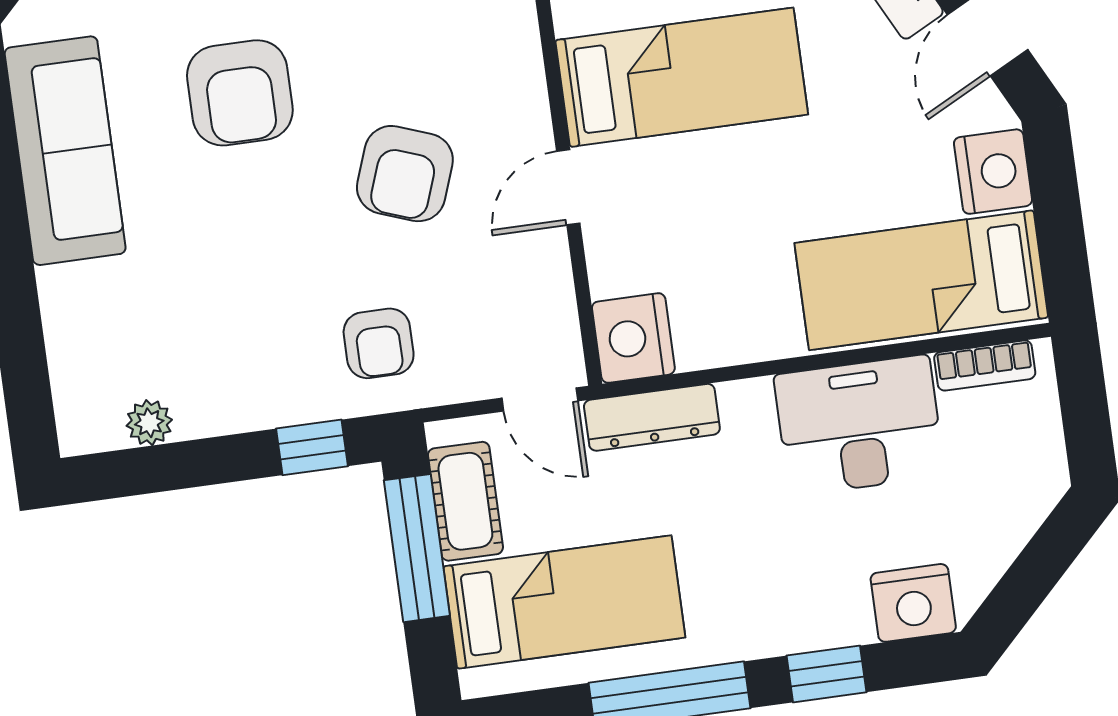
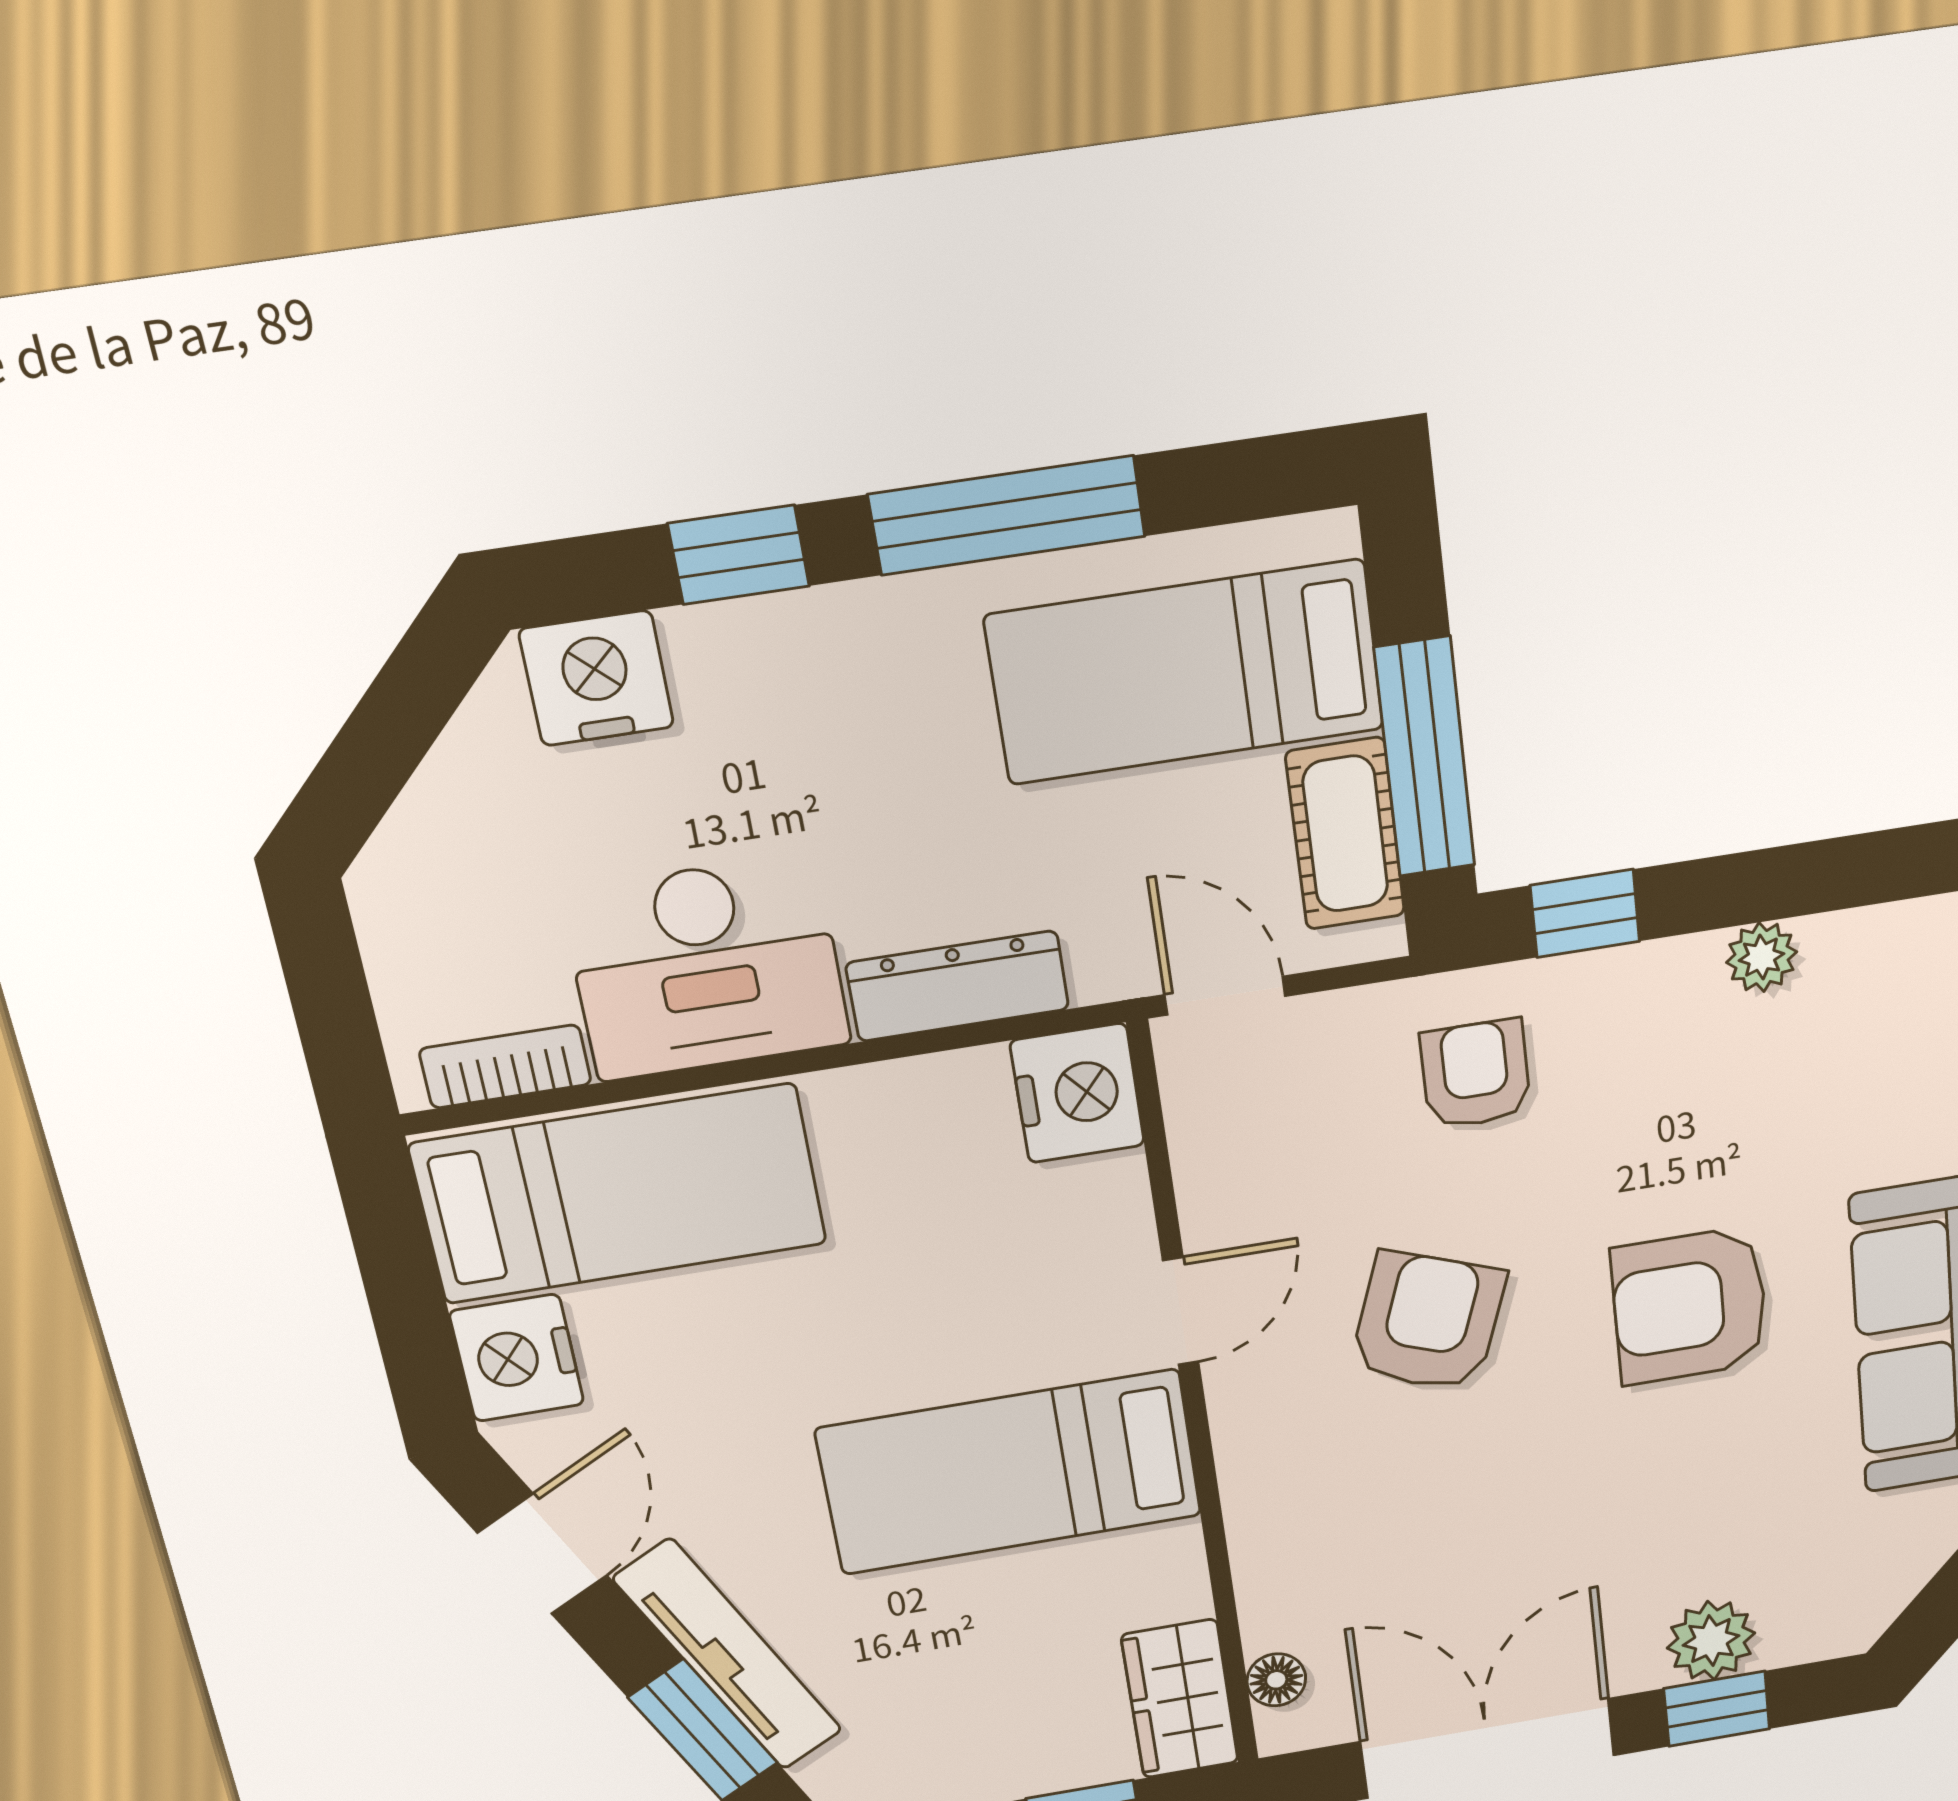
armchair: (240, 93) -> (1690, 1306), moved, turned -90
dresser: (652, 417) -> (958, 986), moved
plant: (149, 423) -> (1762, 957), moved

